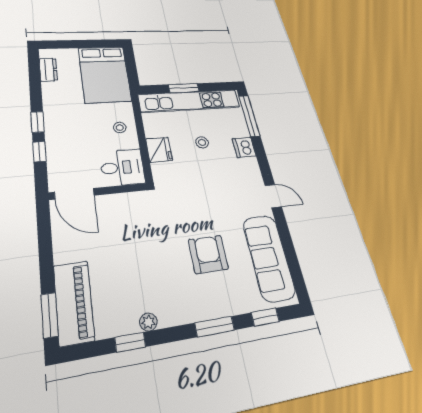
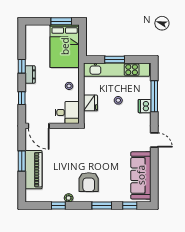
window: (95, 44) -> (61, 21), added
dresser: (48, 70) -> (30, 74), moved
window: (249, 116) -> (154, 96), moved
window: (38, 122) -> (22, 66), moved
armchair: (208, 254) -> (89, 182), moved, turned 180
piano: (74, 302) -> (33, 170), moved
window: (50, 315) -> (22, 161), moved

